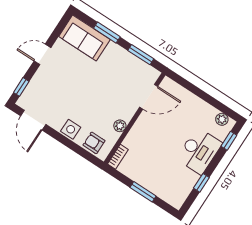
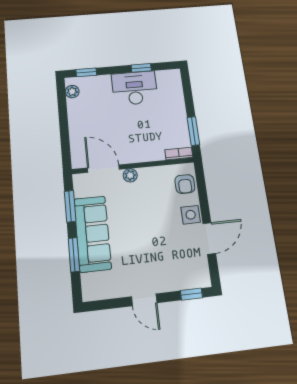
sofa: (84, 38) -> (93, 234), moved, width x1.36
door: (33, 120) -> (209, 238), moved
plant: (120, 126) -> (130, 175), moved
desk: (199, 151) -> (135, 88), moved
window: (143, 192) -> (193, 131), moved

